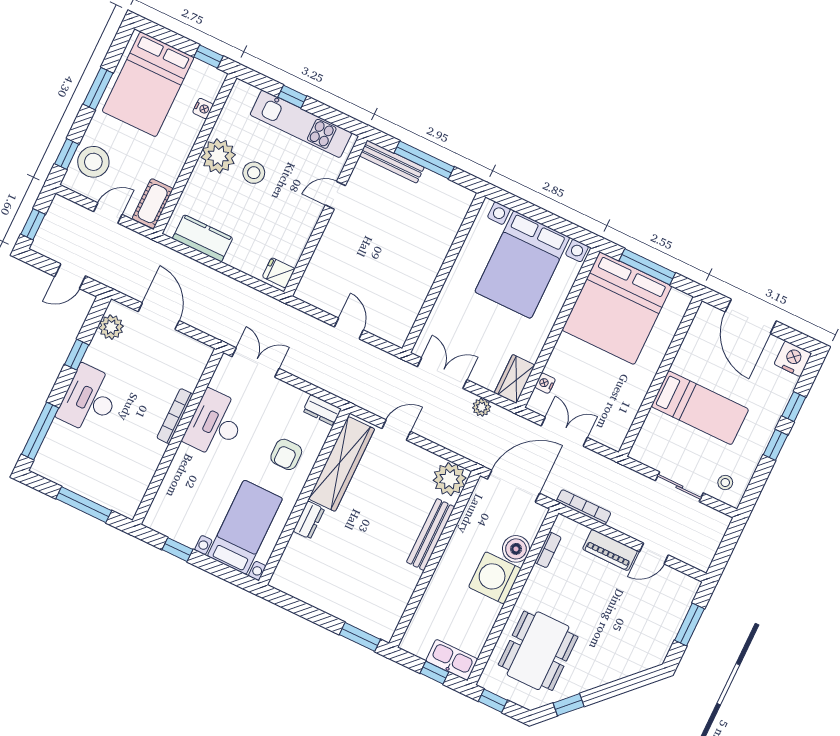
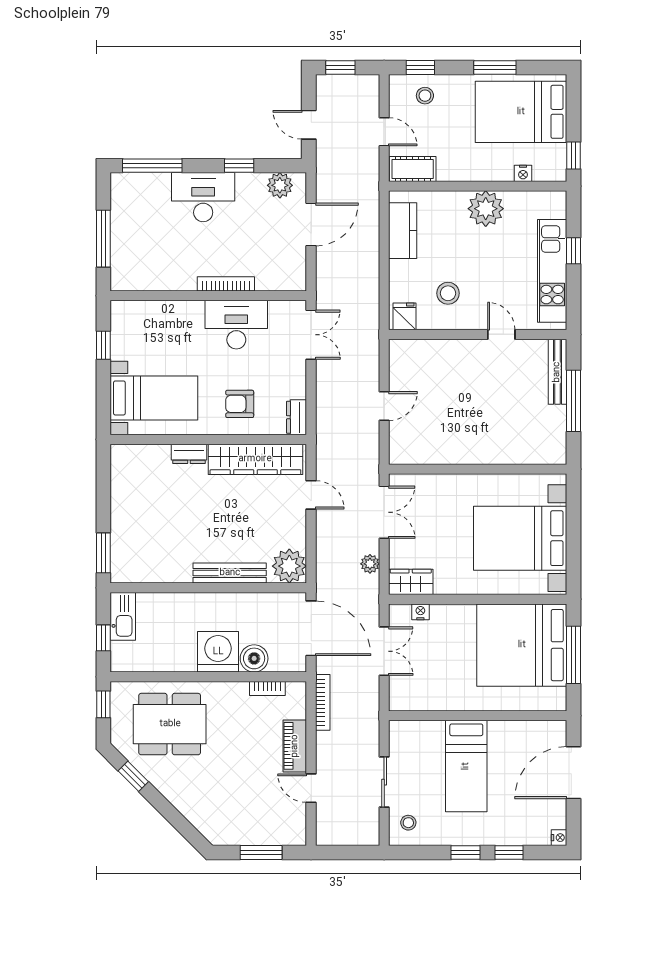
stool: (93, 162) -> (425, 96), width x0.53, depth x0.53
stool: (254, 173) -> (448, 293), moved
nightstand: (793, 359) -> (559, 838), width x0.53, depth x0.56
kitchen sink: (452, 660) -> (123, 616), moved

